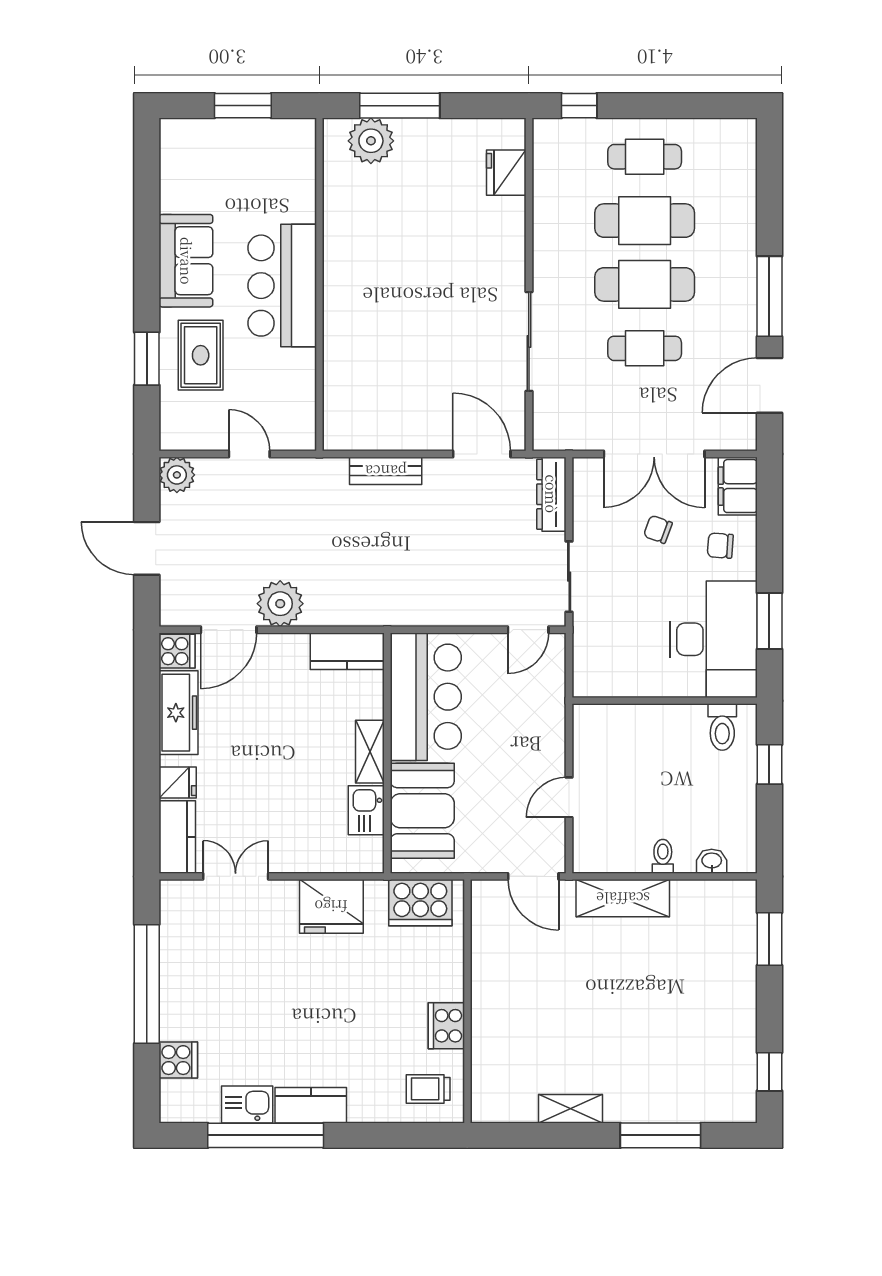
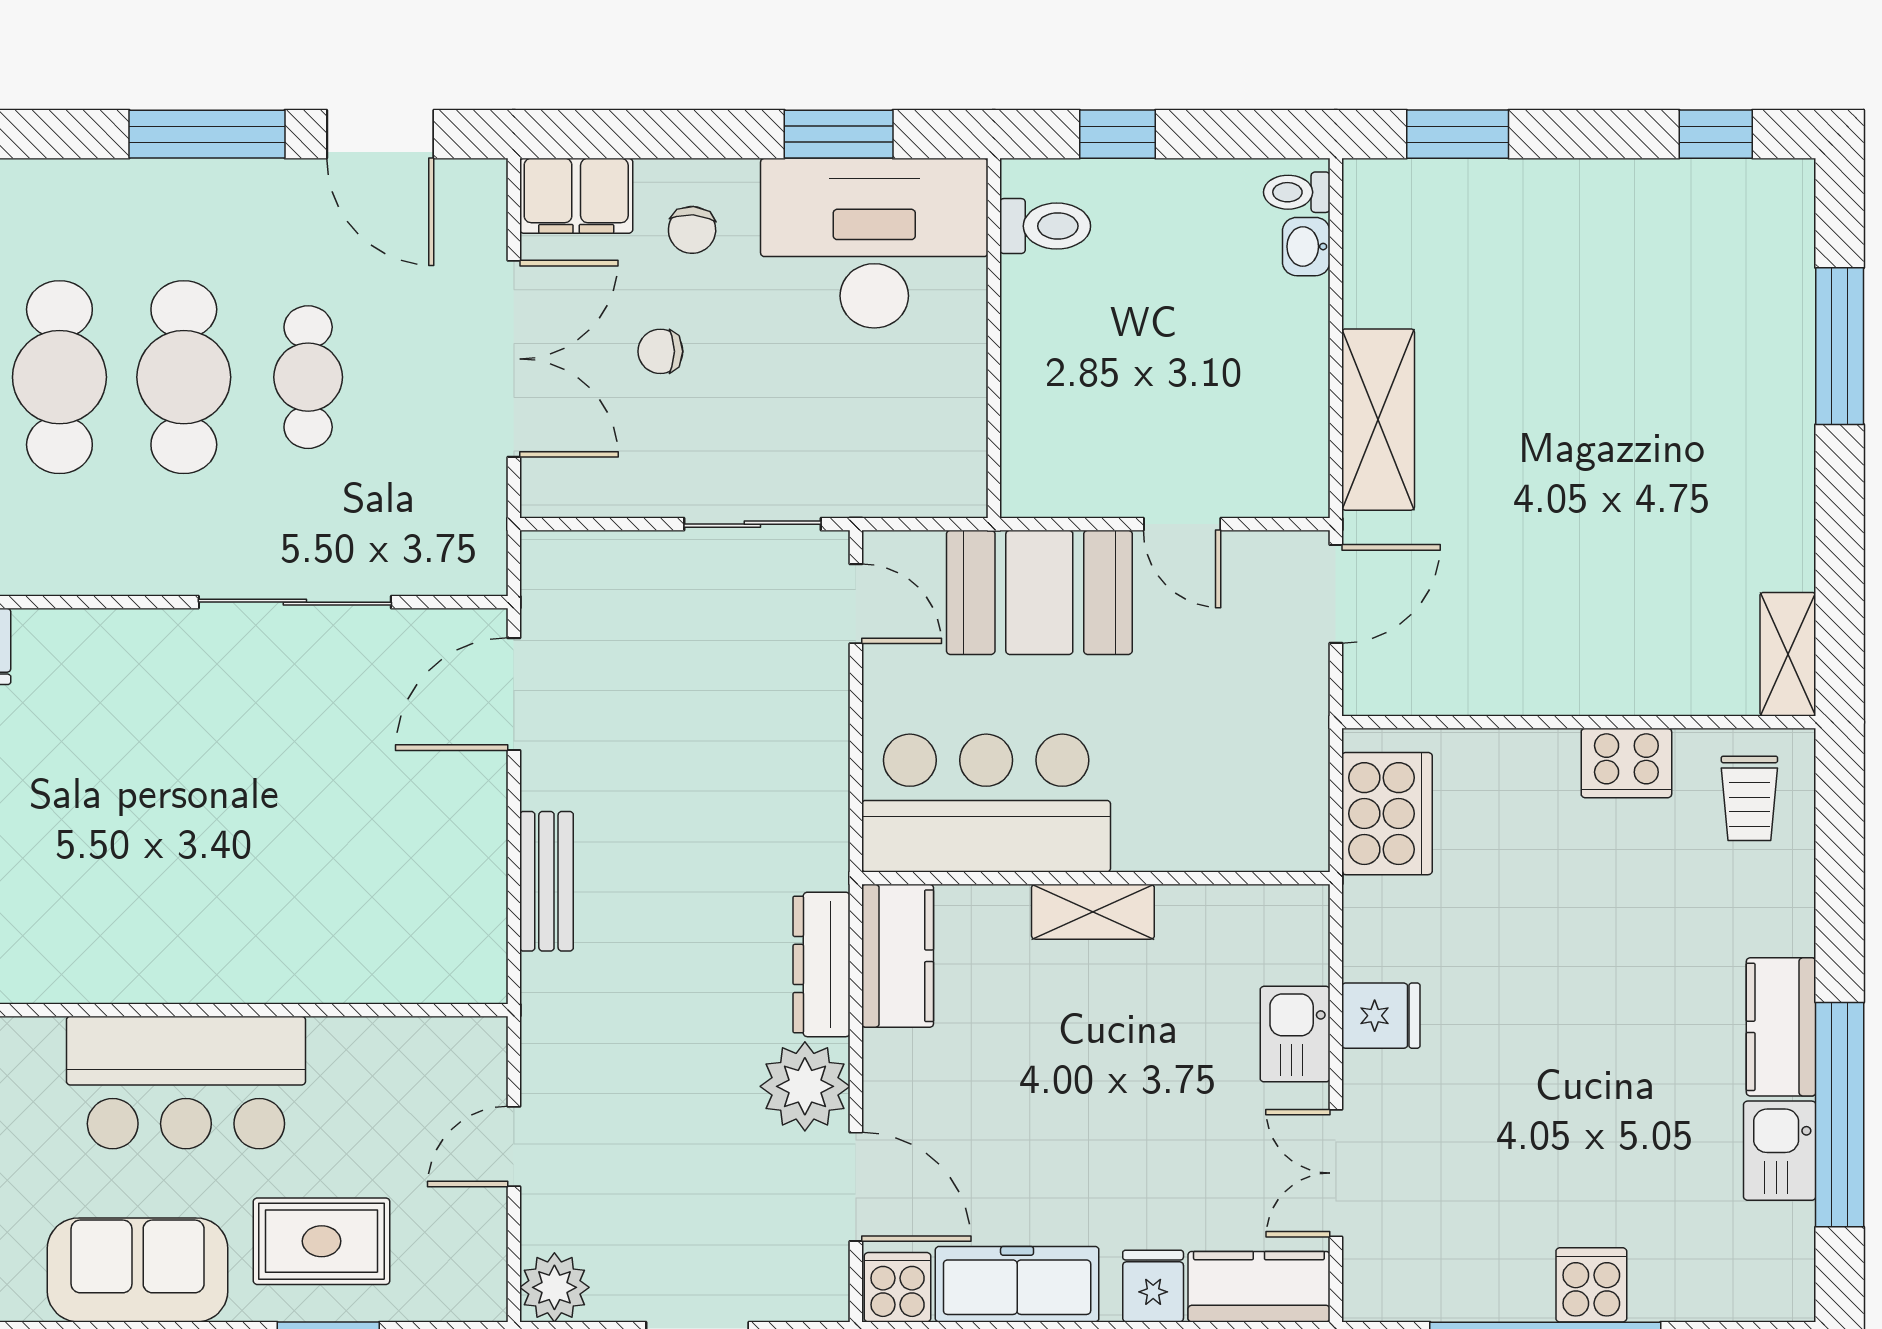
dresser: (551, 494) -> (821, 964), moved, turned 90
chair: (658, 529) -> (660, 351), turned 70
kitchen sink: (366, 810) -> (1295, 1034), moved, turned 90
booth: (422, 811) -> (1039, 592), moved
toilet: (663, 856) -> (1297, 192), moved
fridge: (331, 906) -> (1381, 1016), width x0.53, depth x0.75
cooker: (178, 1060) -> (1591, 1285), moved
shelving: (571, 1109) -> (1788, 654), moved

